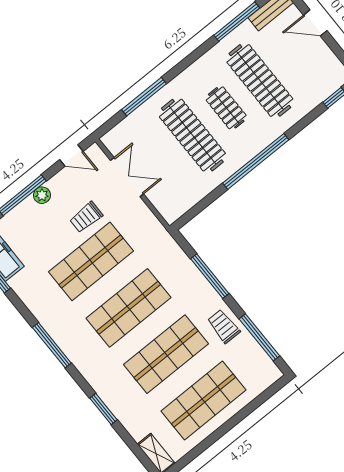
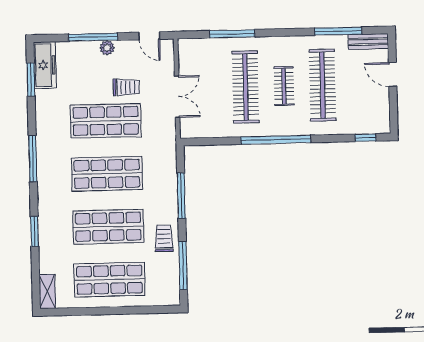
double door: (127, 177) -> (177, 97), moved
trolley: (86, 217) -> (126, 87), turned 180

